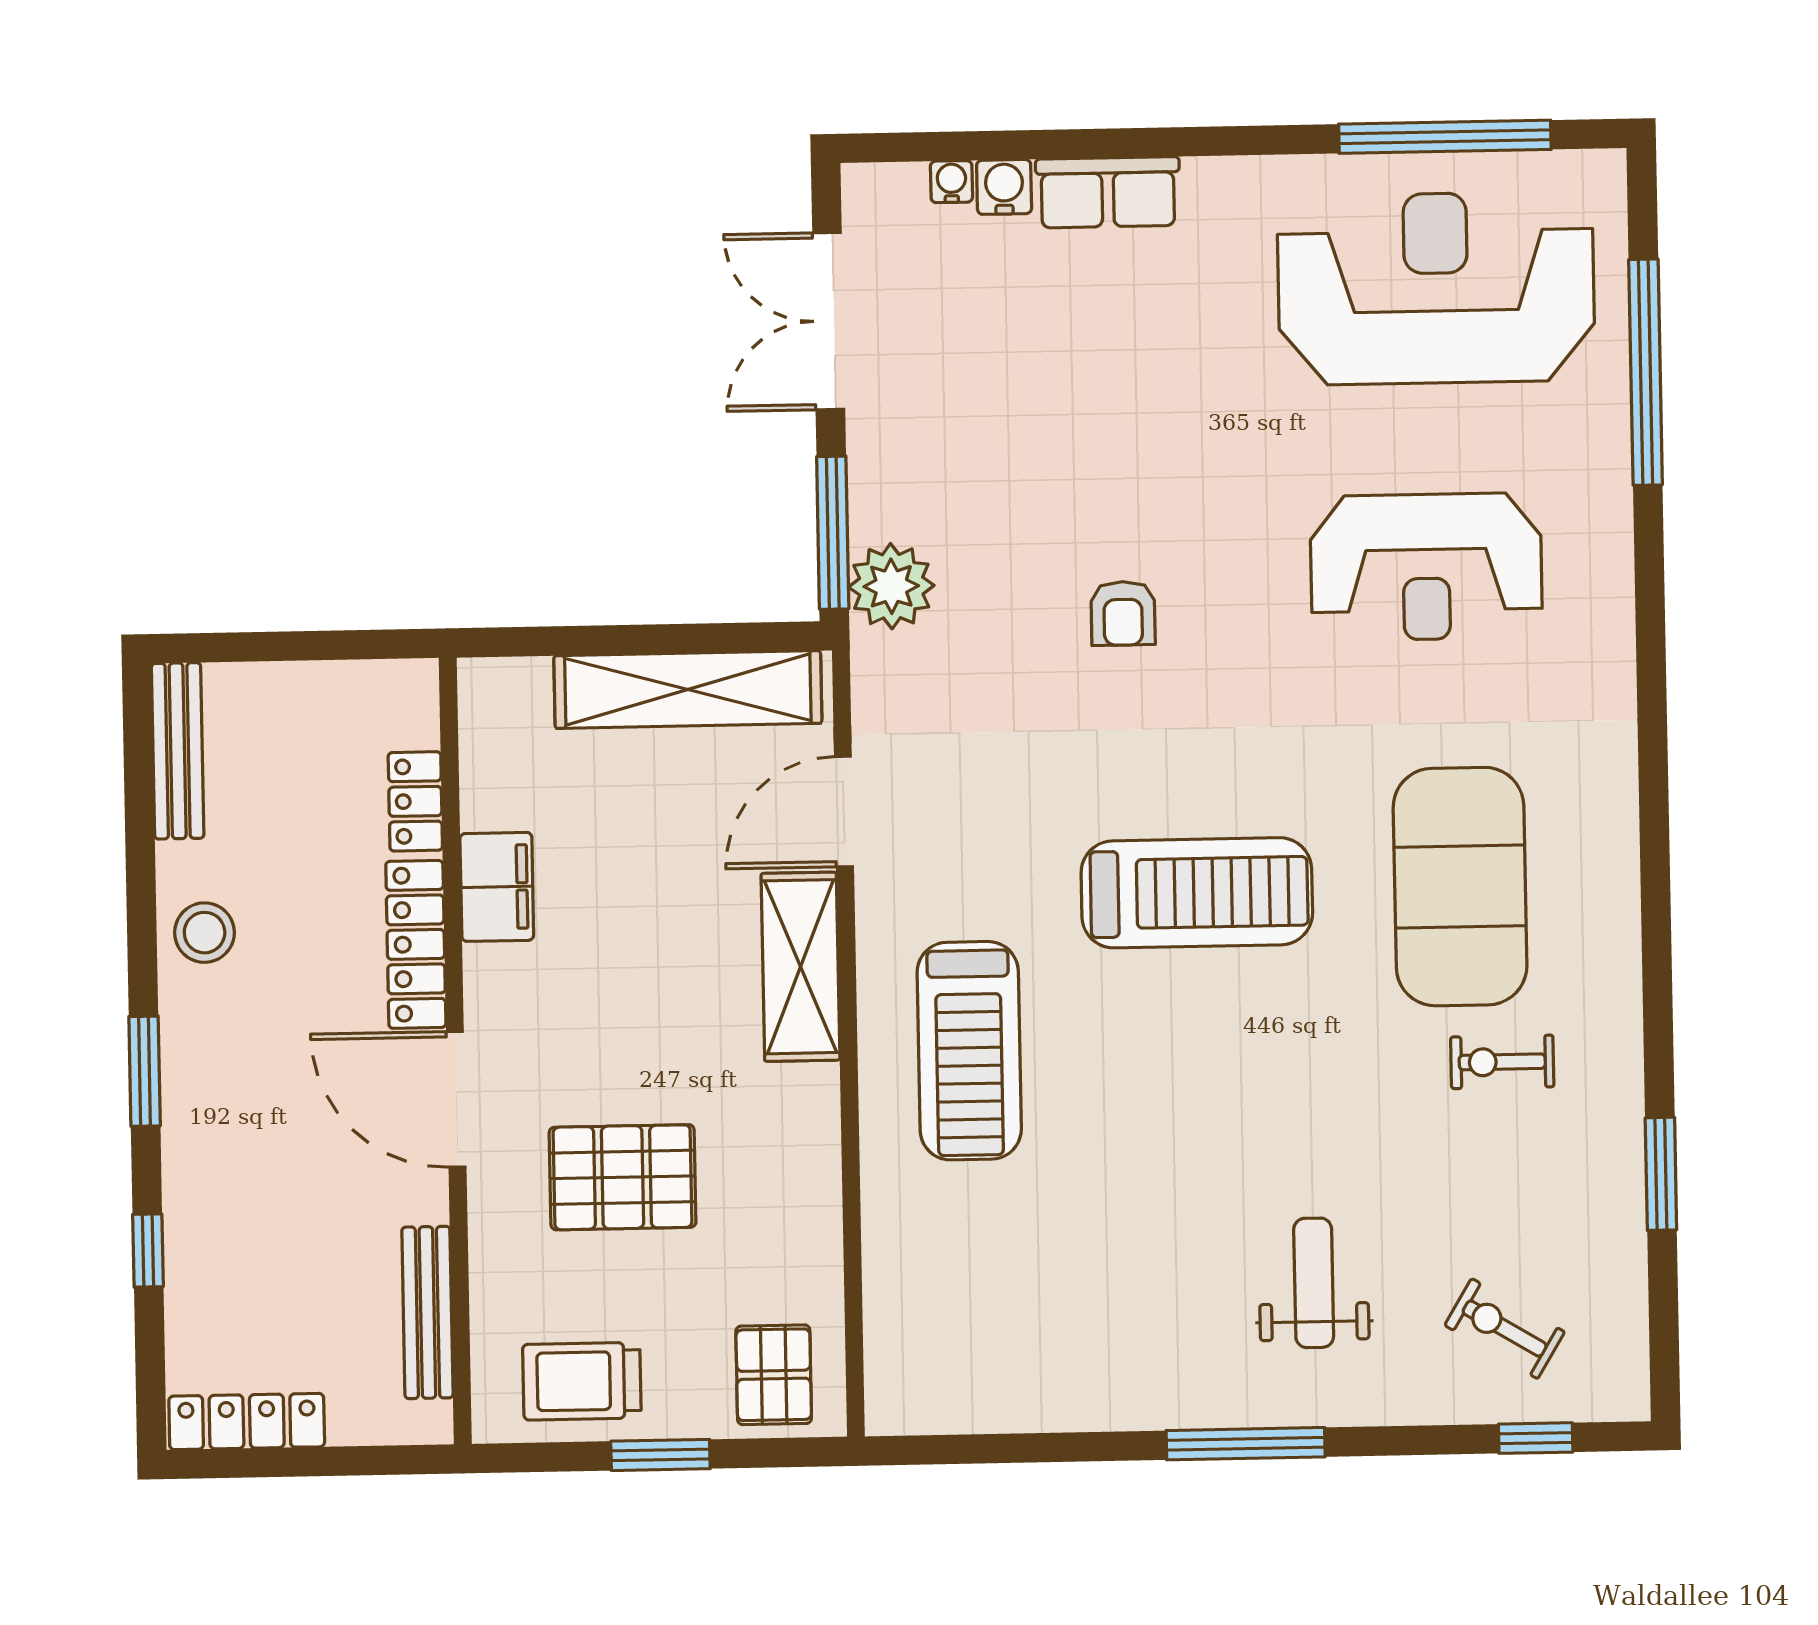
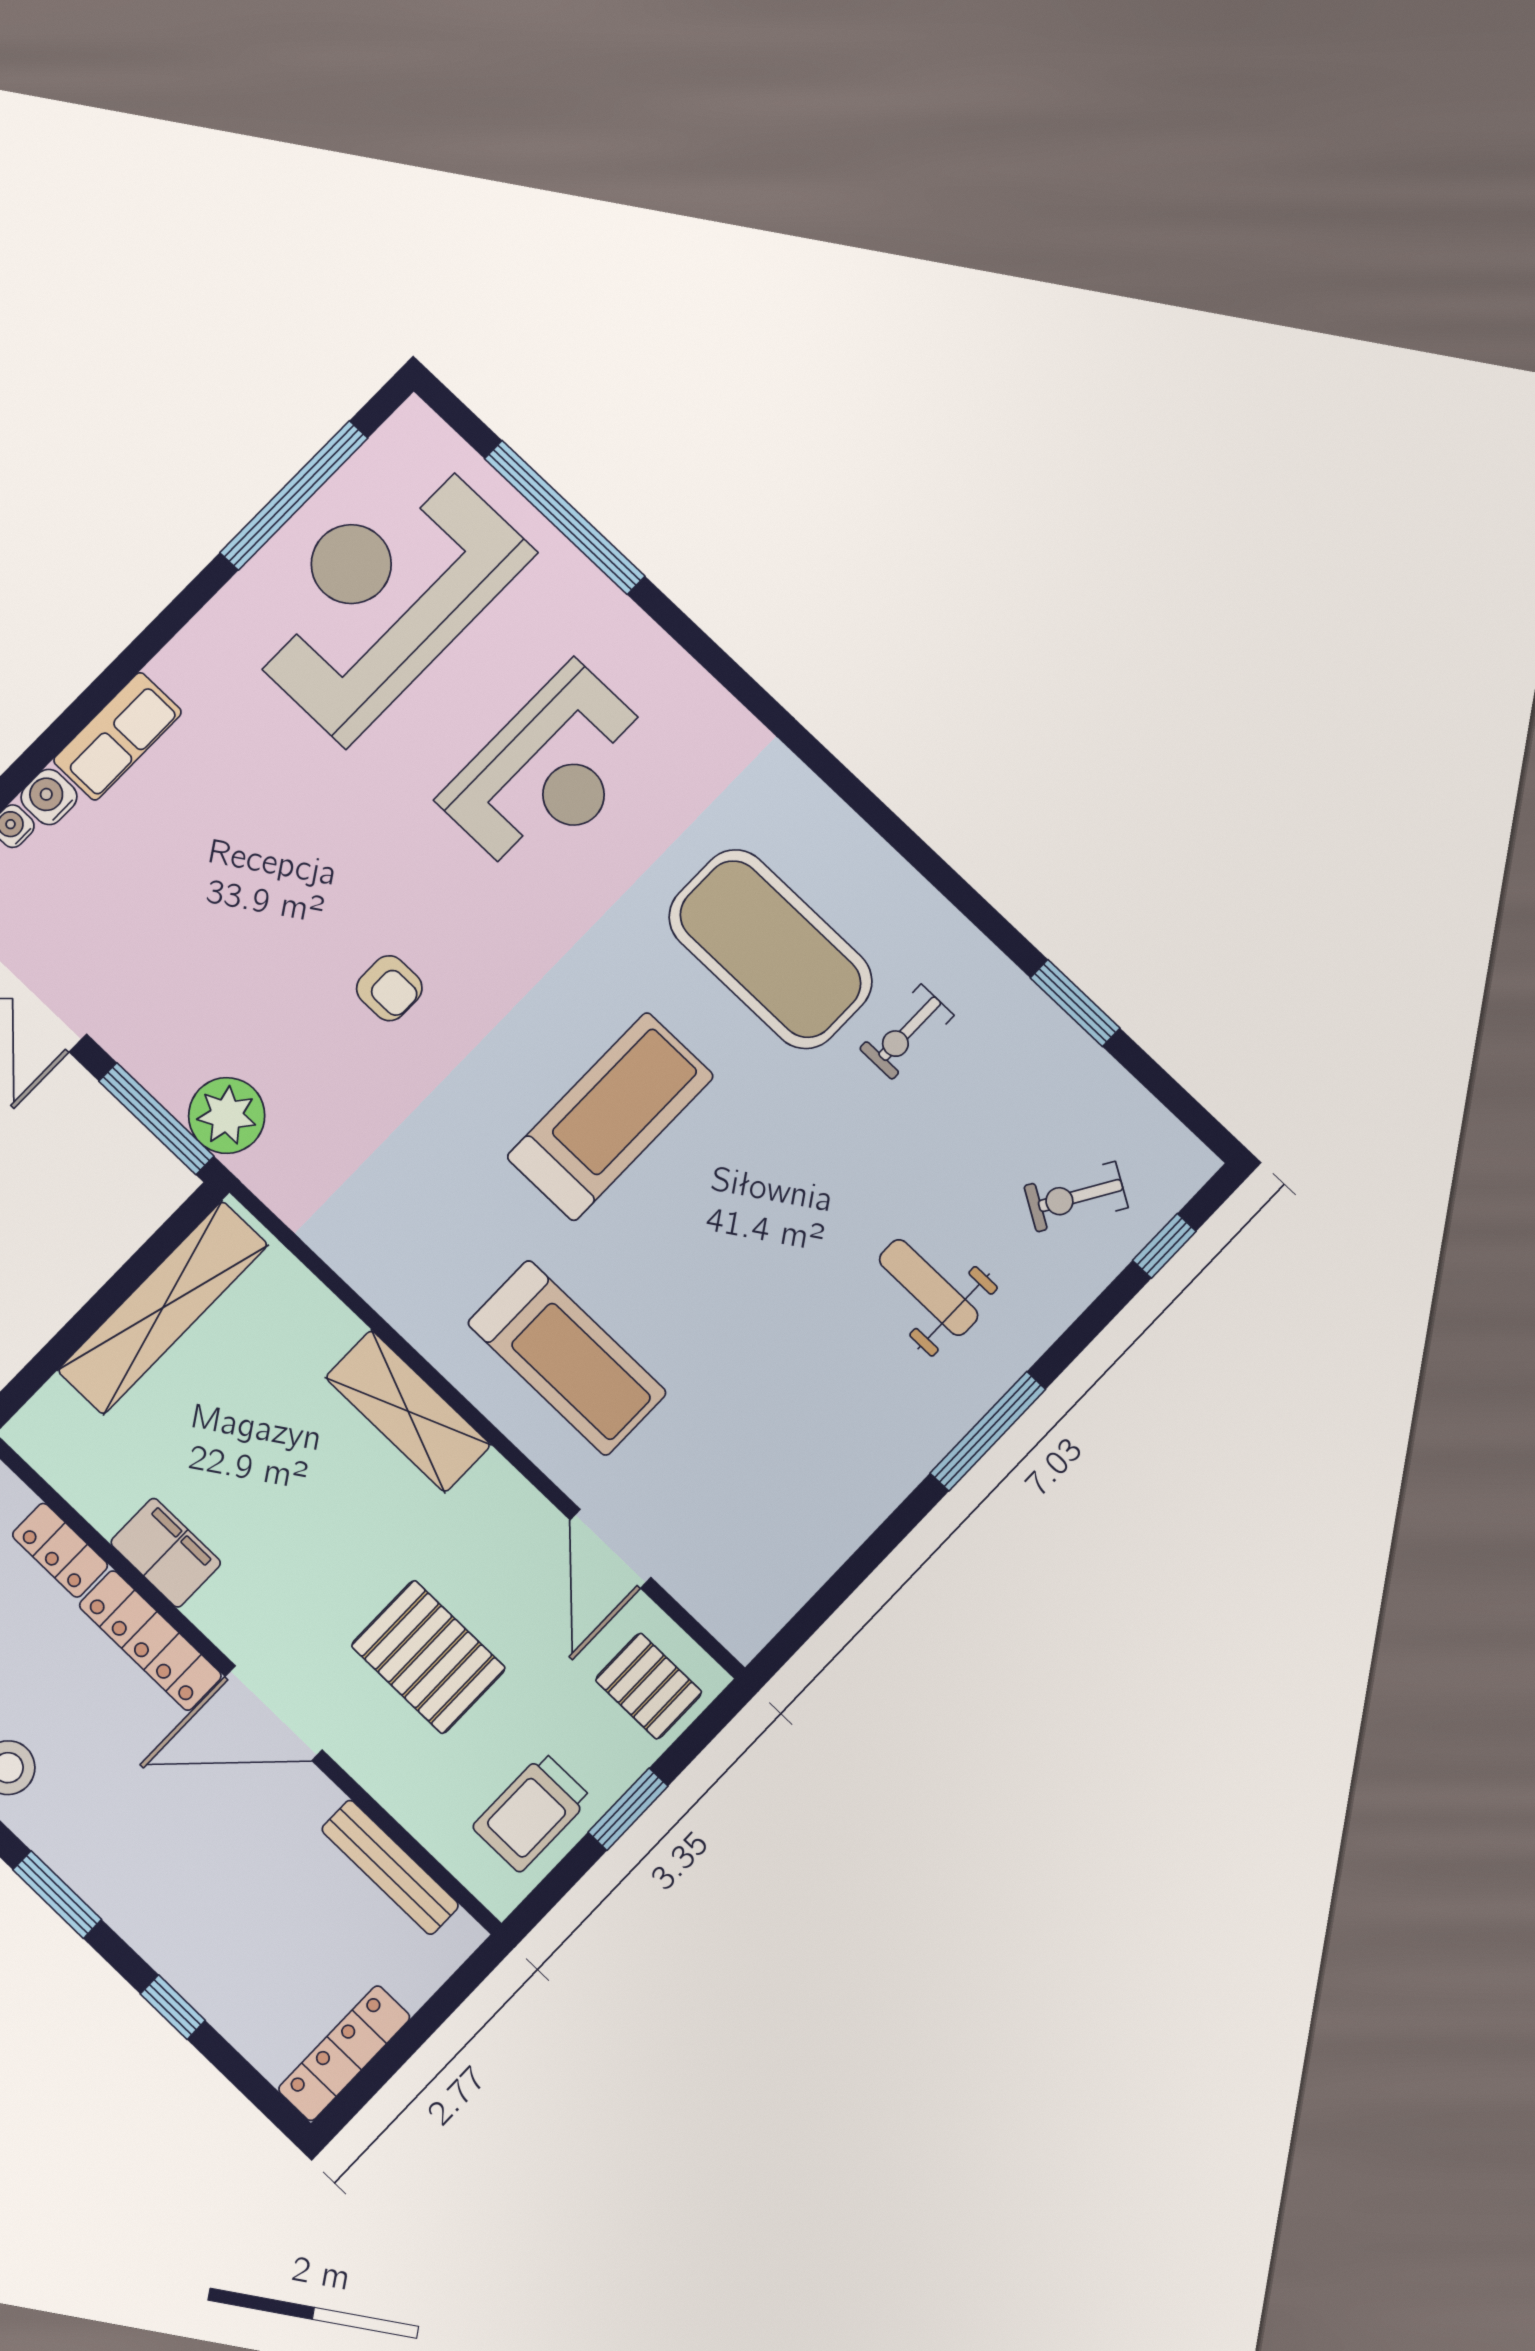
door: (844, 812) -> (610, 1549), moved
pallet: (623, 1177) -> (428, 1657), turned 90

